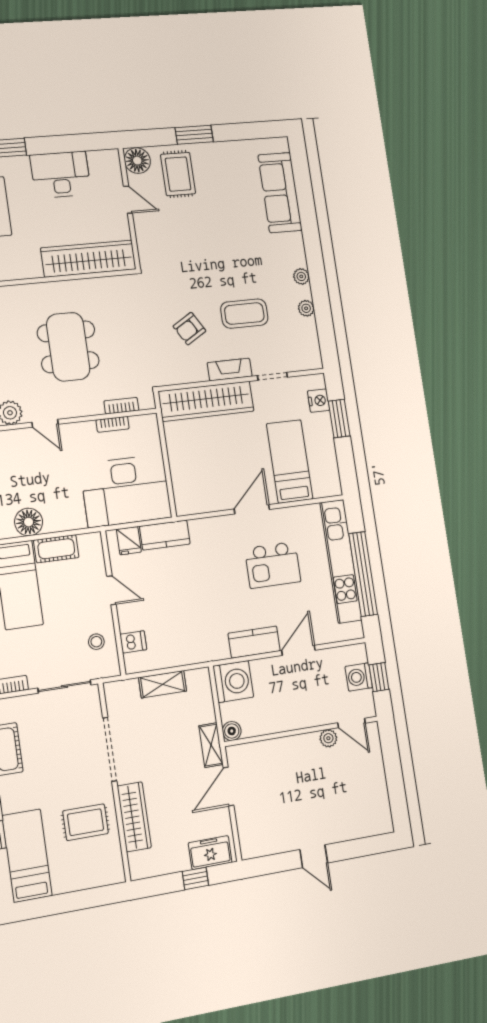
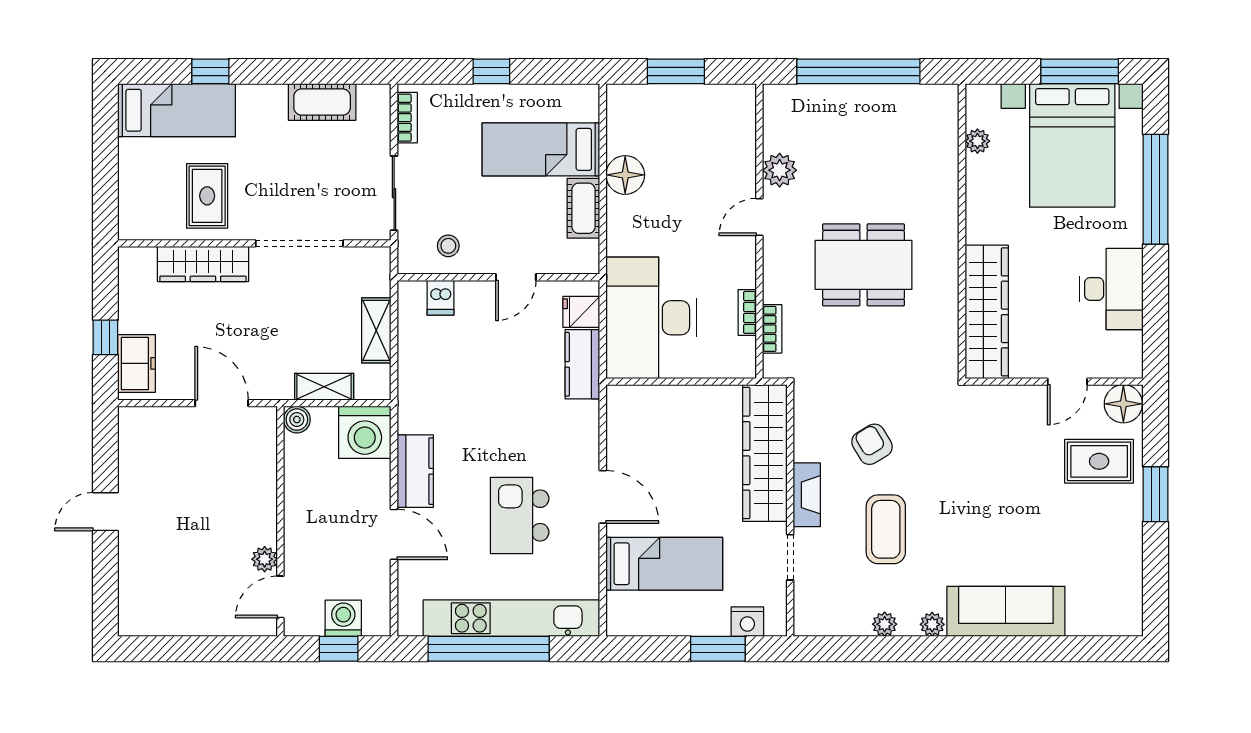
sofa: (280, 193) -> (1006, 611), moved
shelving: (211, 745) -> (324, 387), moved

